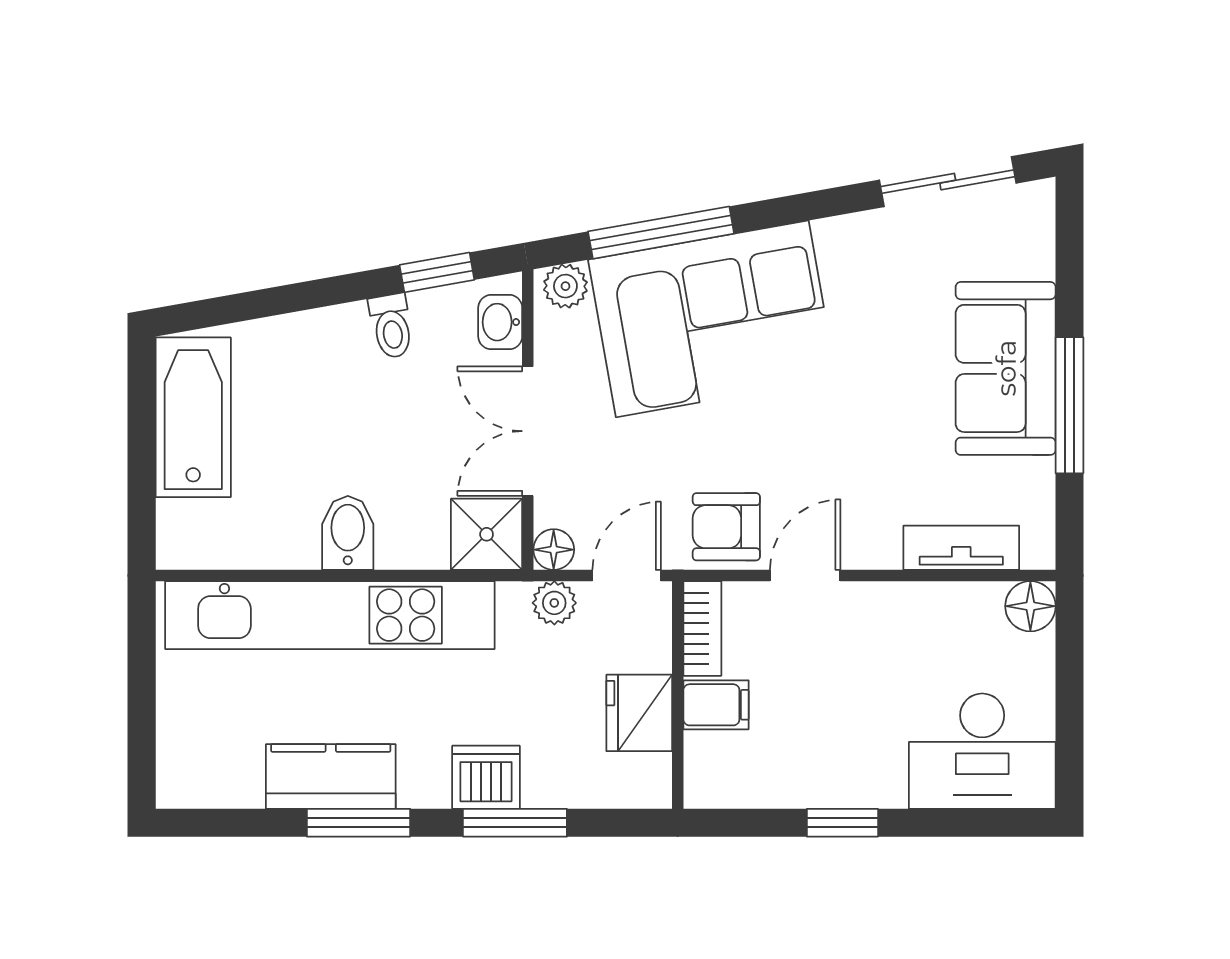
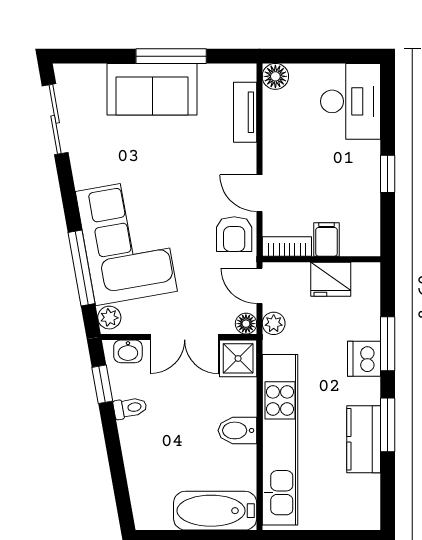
bathtub: (193, 417) -> (215, 511), moved

